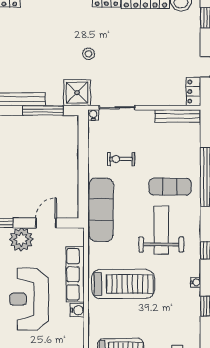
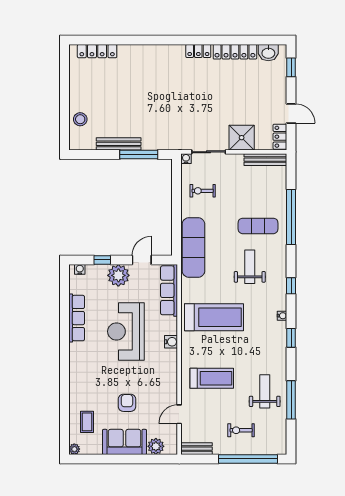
stool: (89, 54) -> (182, 101), removed
shower: (77, 93) -> (242, 138), moved
exercise bike: (121, 159) -> (203, 191), moved
weight bench: (161, 230) -> (250, 267), width x0.73, depth x0.75
row of seats: (75, 274) -> (169, 290), moved

